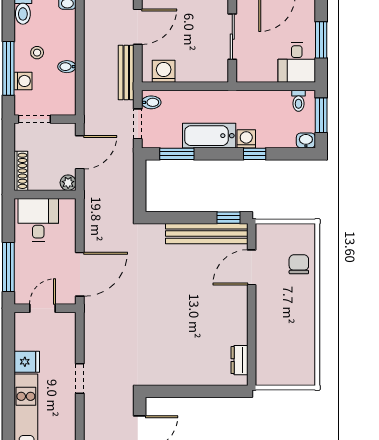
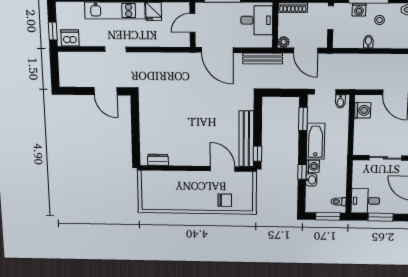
bench: (126, 72) -> (263, 58), moved
washbasin: (306, 140) -> (311, 180), moved
door: (42, 308) -> (192, 23), swing flipped
doorway: (80, 379) -> (115, 49), moved

